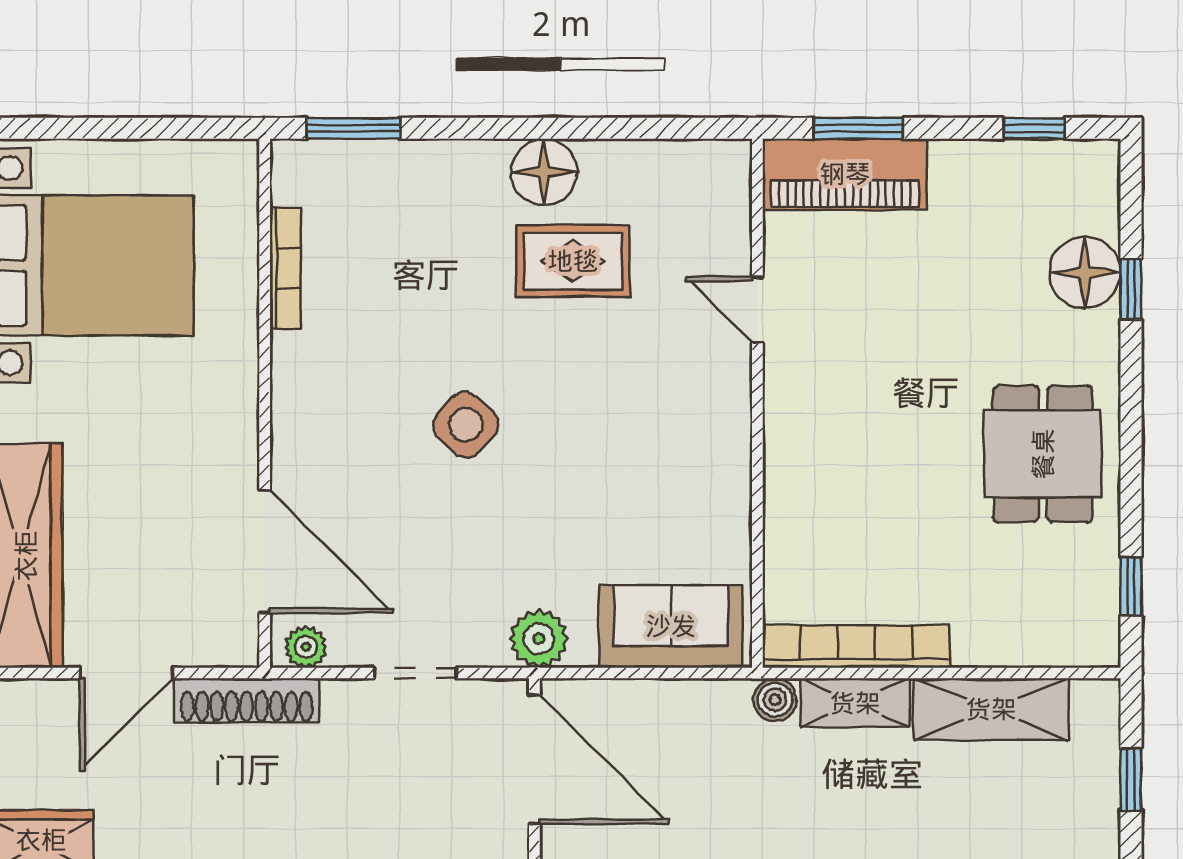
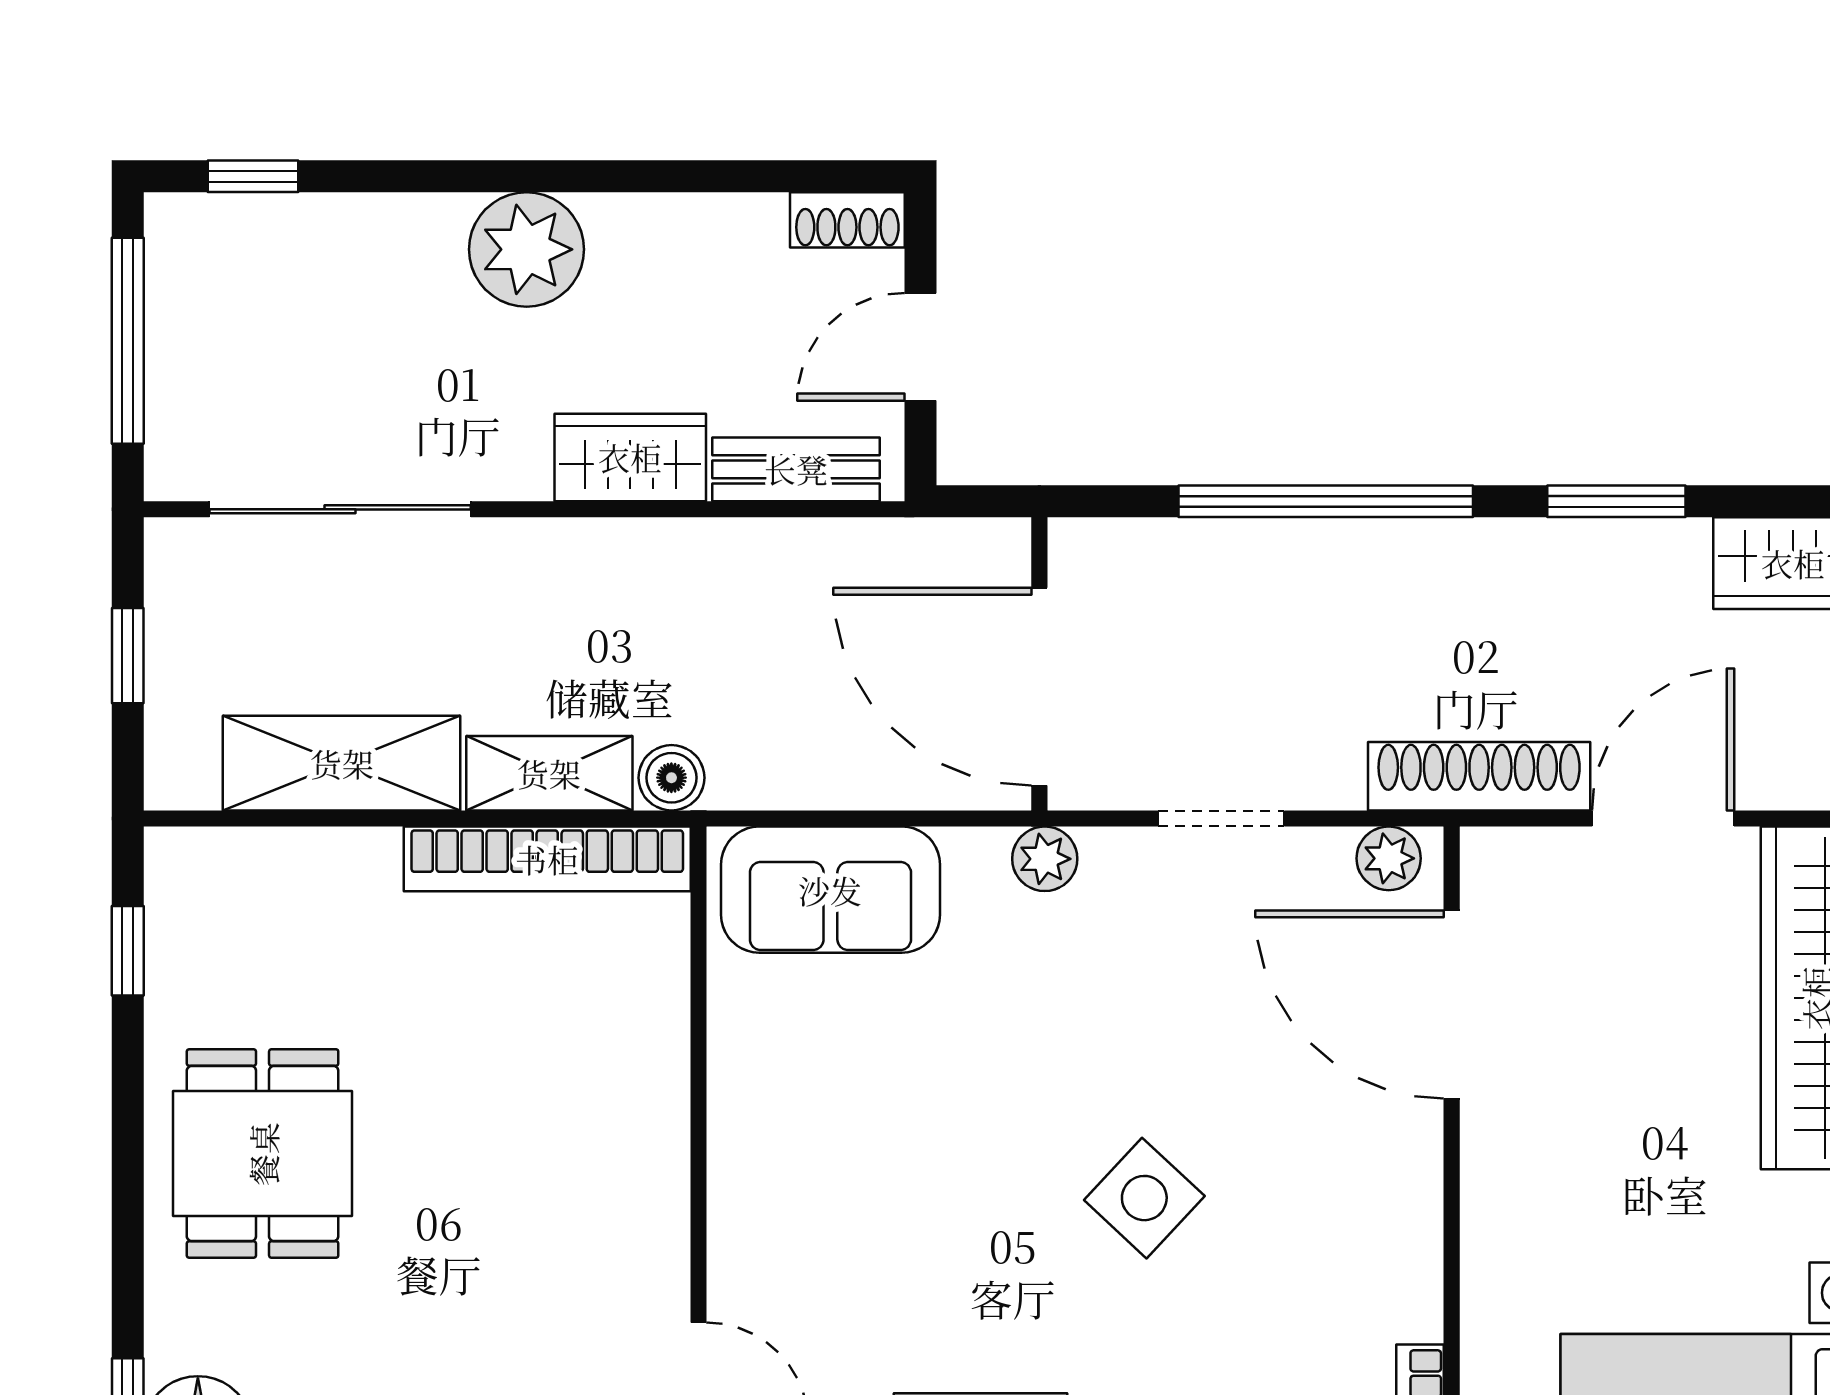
plant: (539, 639) -> (1045, 859), width x0.73, depth x0.73

